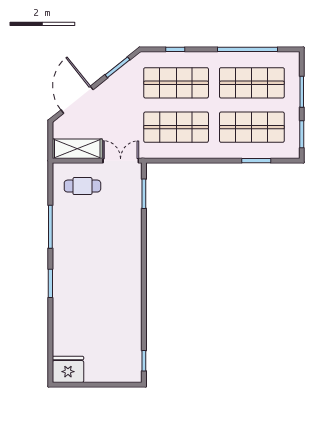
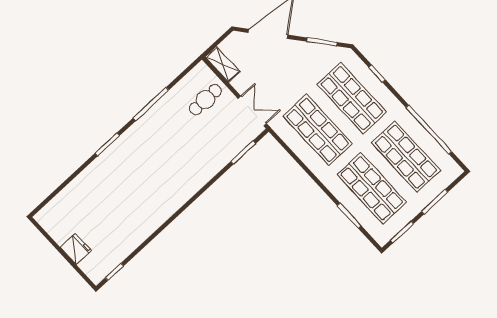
shelving: (77, 149) -> (223, 64), width x0.67, depth x0.75
cafe table: (82, 186) -> (205, 100), turned 90
fridge: (68, 369) -> (76, 249), moved, width x0.73, depth x0.75

